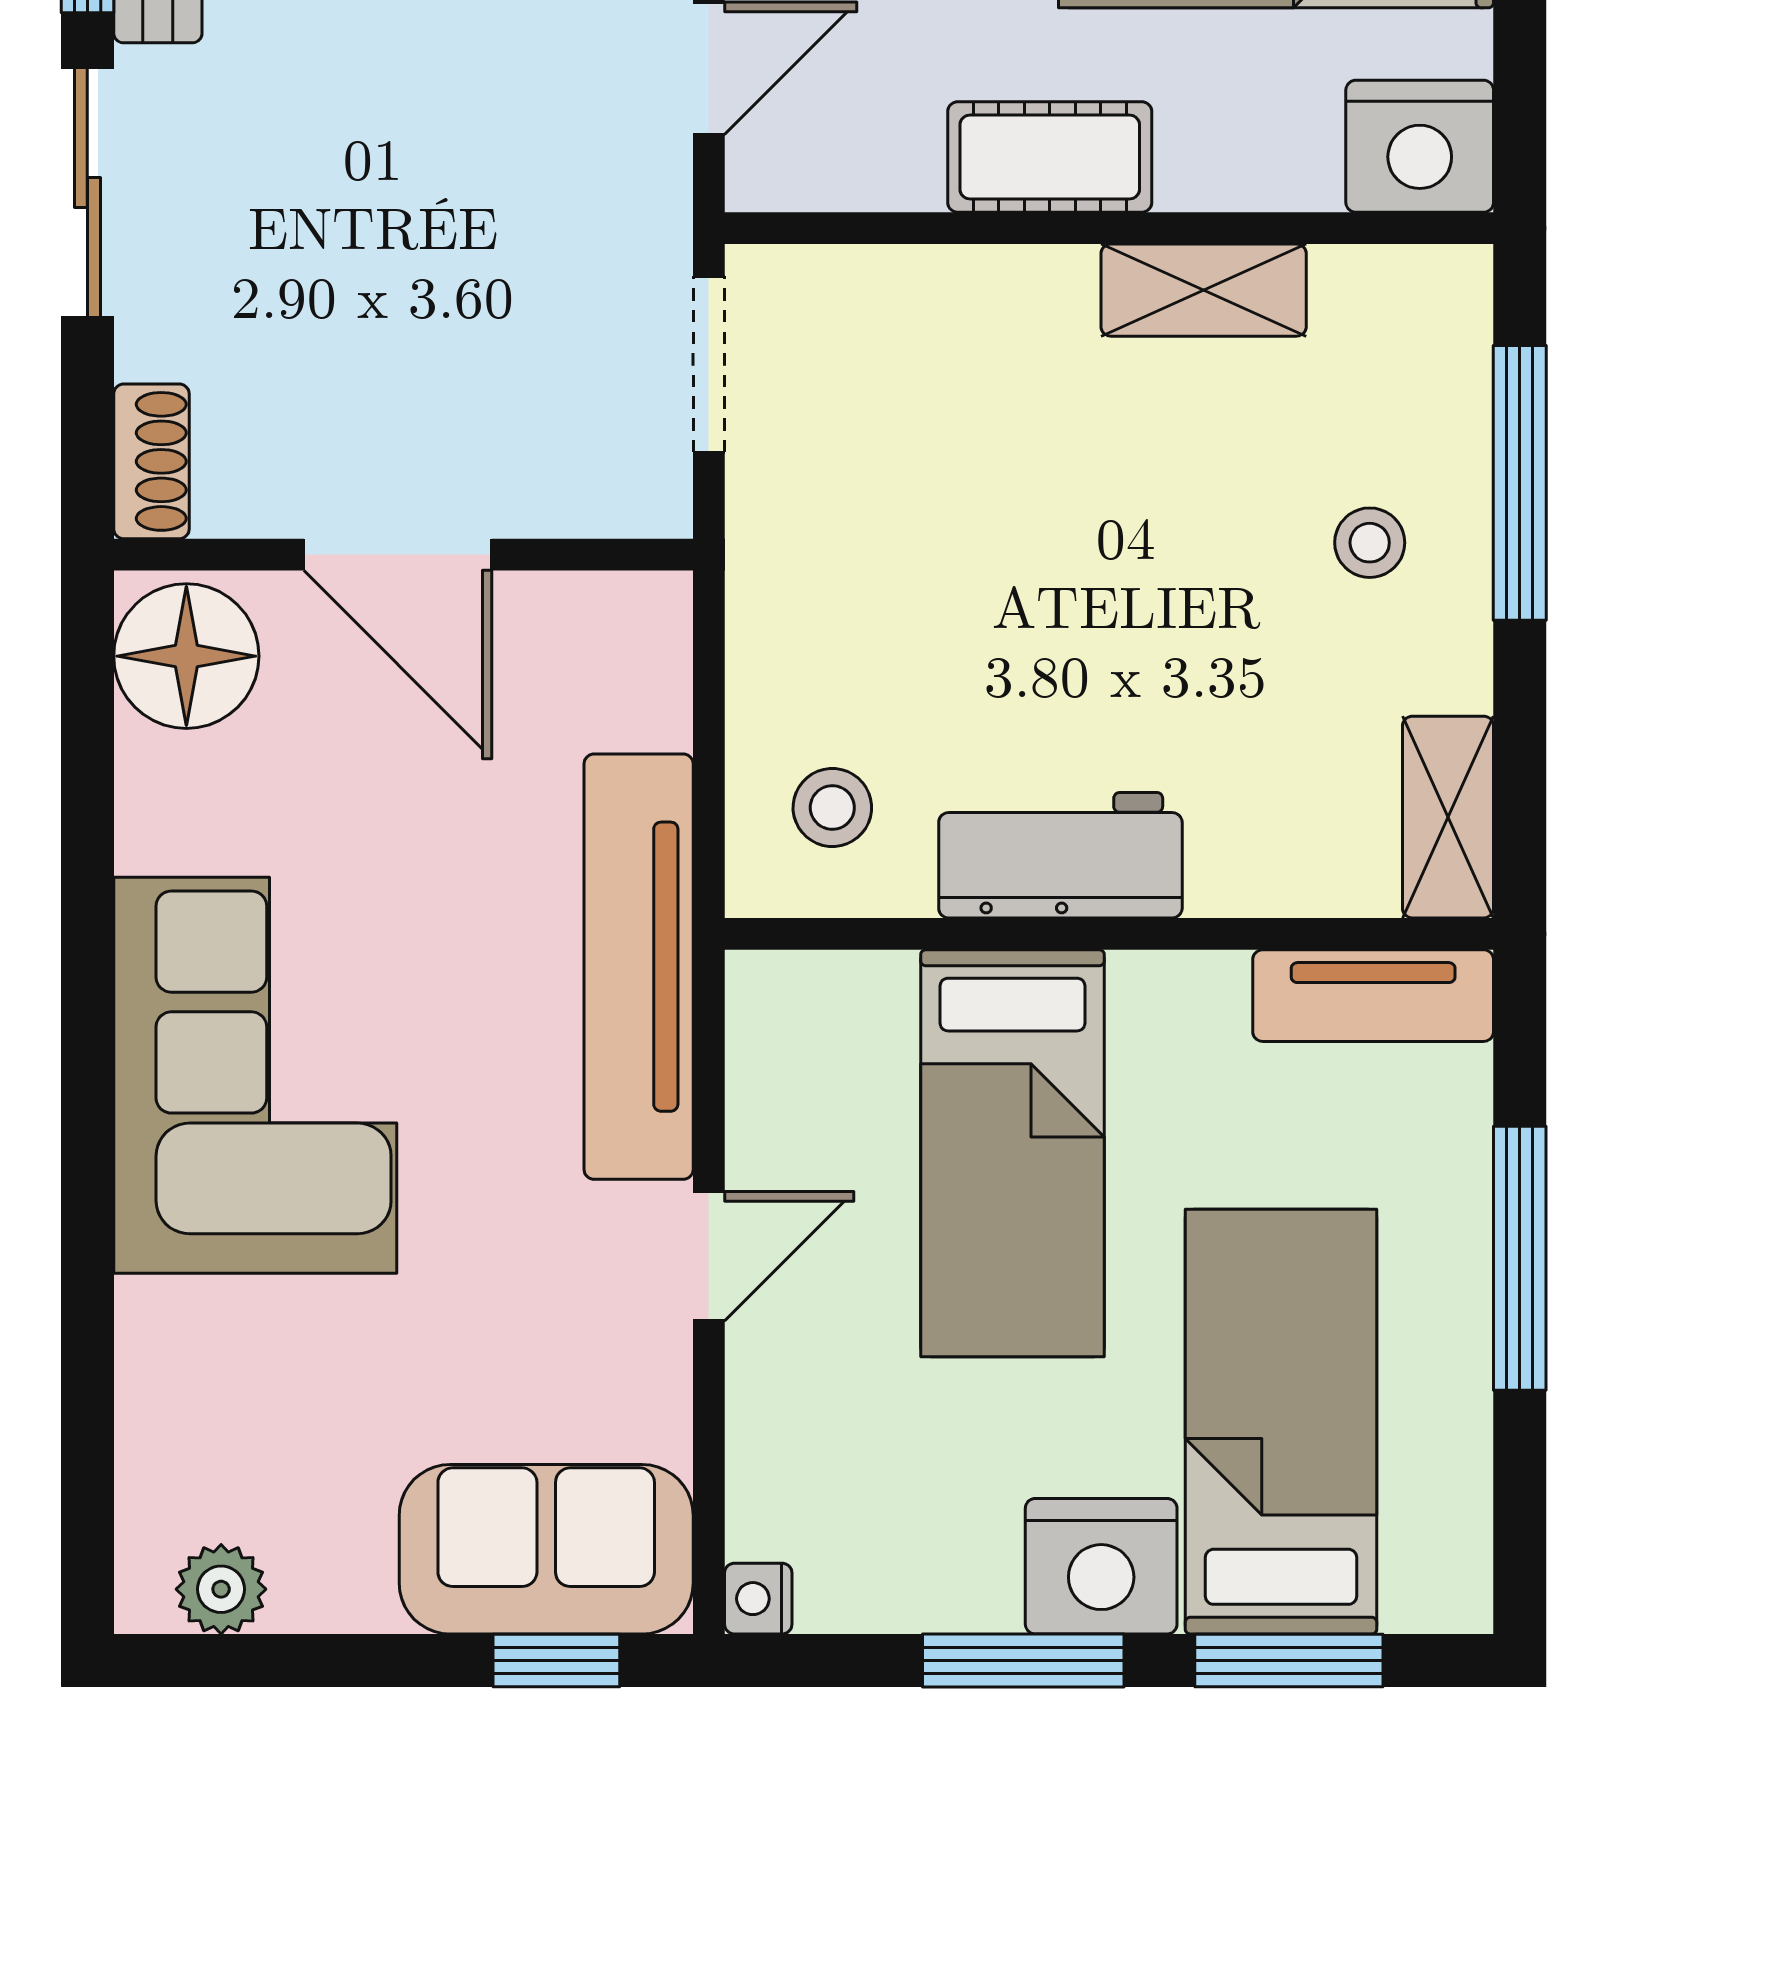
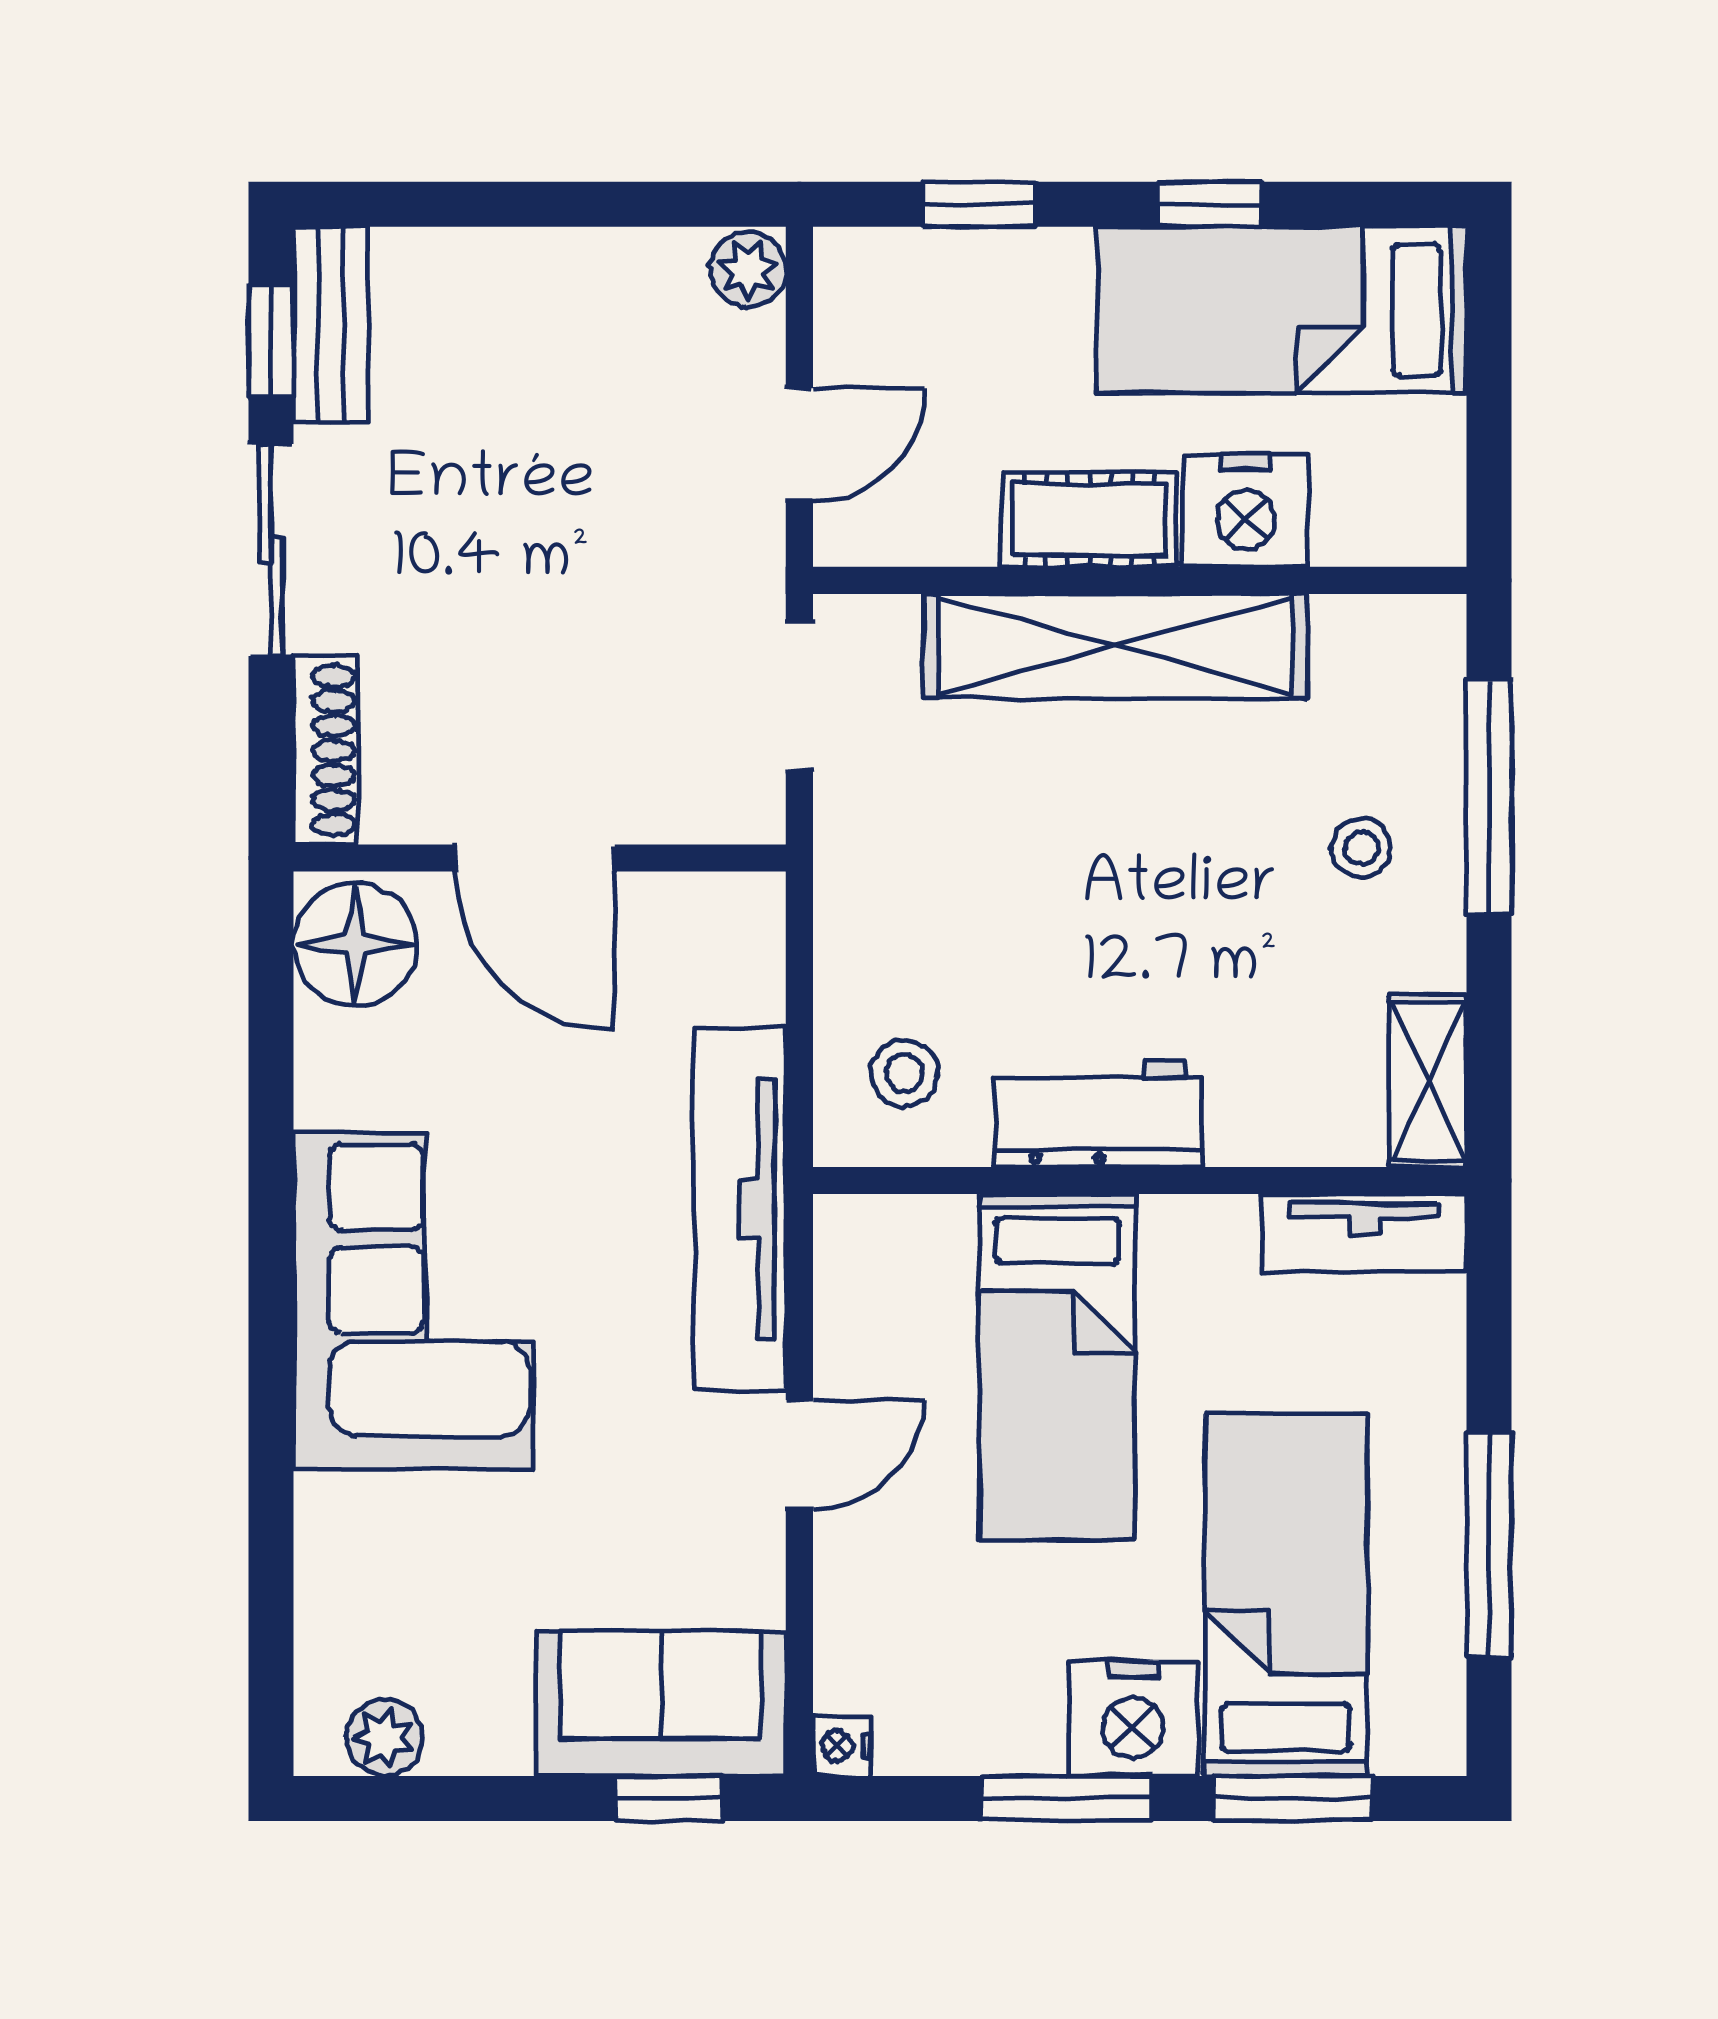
nightstand: (1420, 146) -> (1246, 511), moved
shelving: (1204, 290) -> (1115, 646), width x2.20, depth x1.33
shoe rack: (151, 461) -> (325, 750), width x1.43
window: (1520, 1258) -> (1489, 1545), moved

